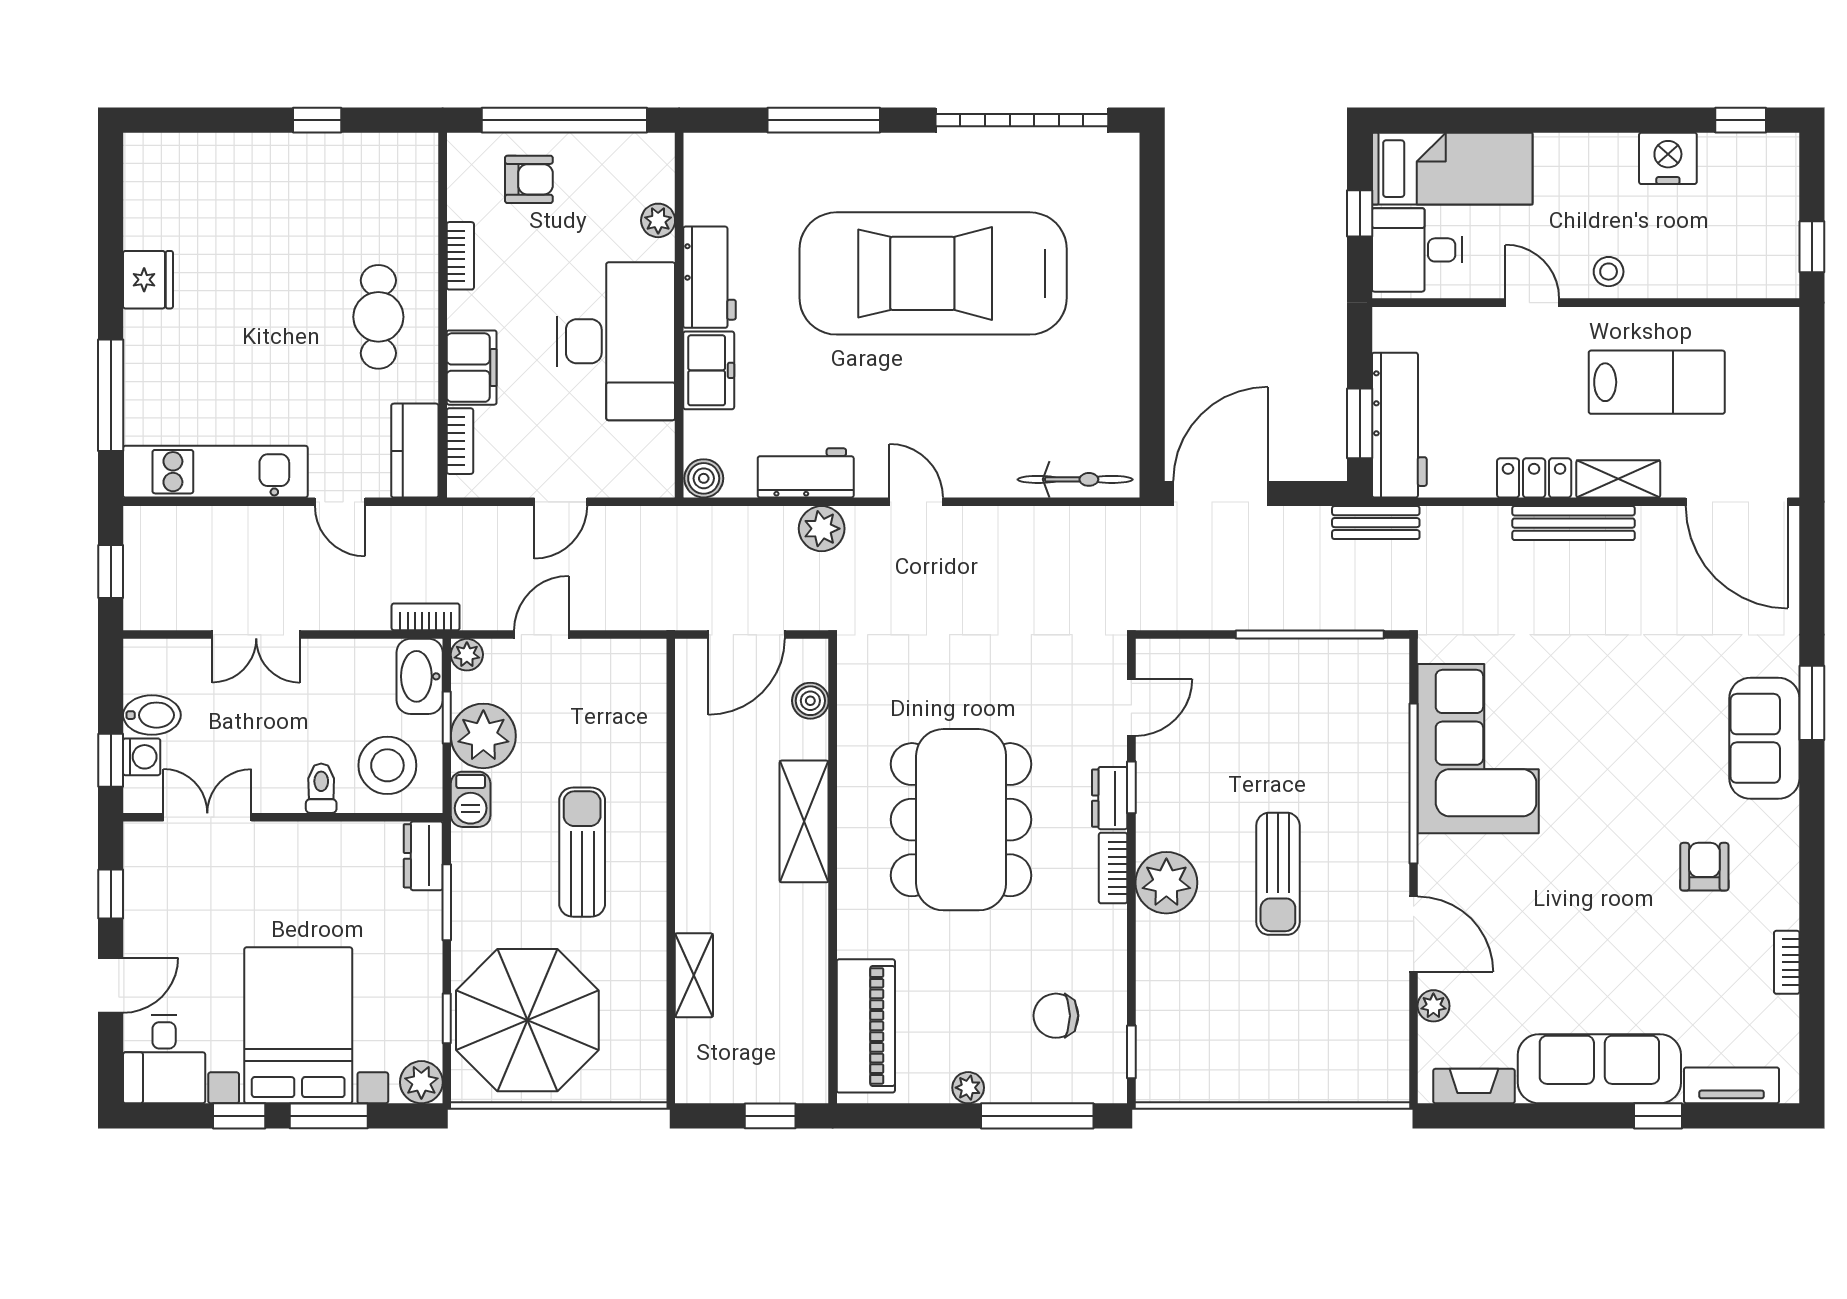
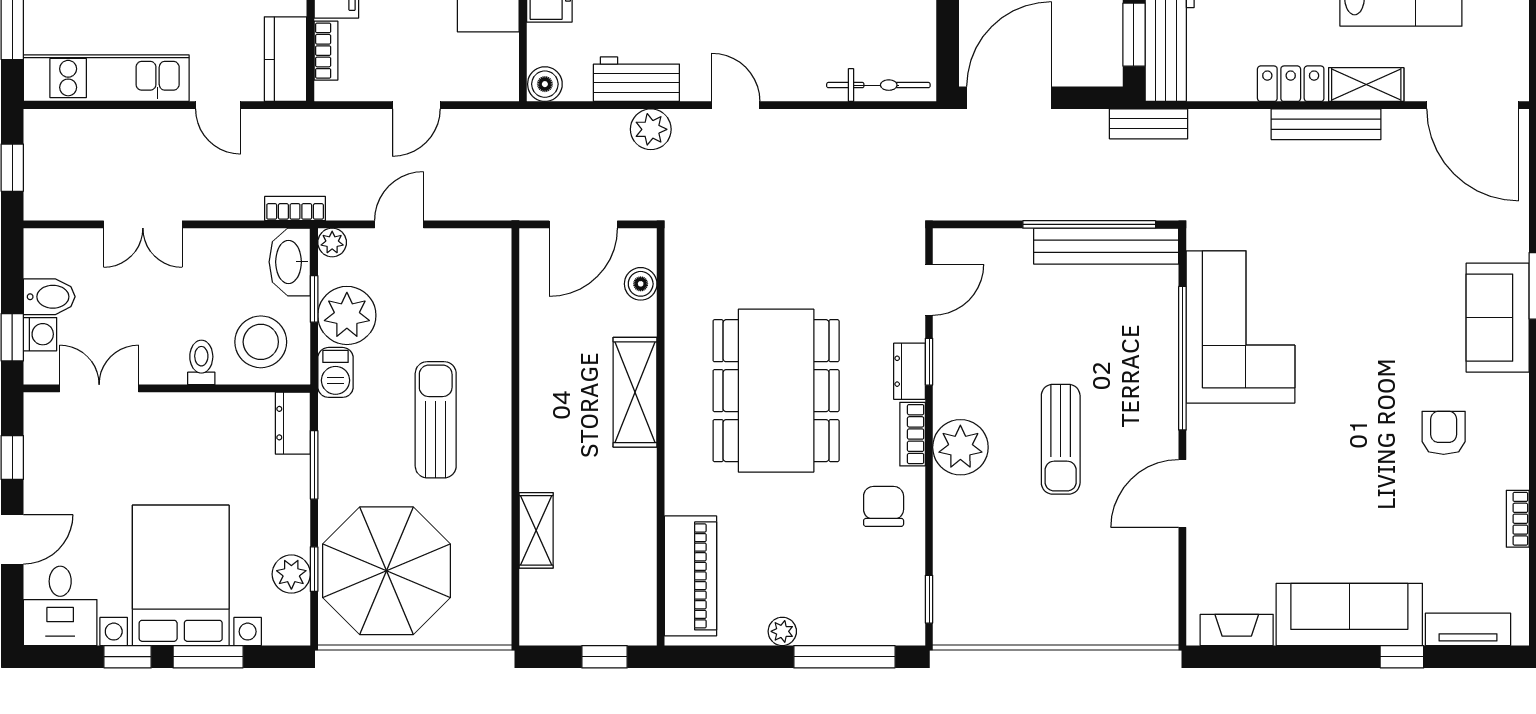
bench: (1329, 659) -> (1106, 246), added
door: (1414, 934) -> (1182, 493), swing flipped
plant: (1433, 1006) -> (1200, 558), removed
chair: (1056, 1016) -> (884, 506), moved, turned 90
plant: (421, 1082) -> (291, 574), moved

